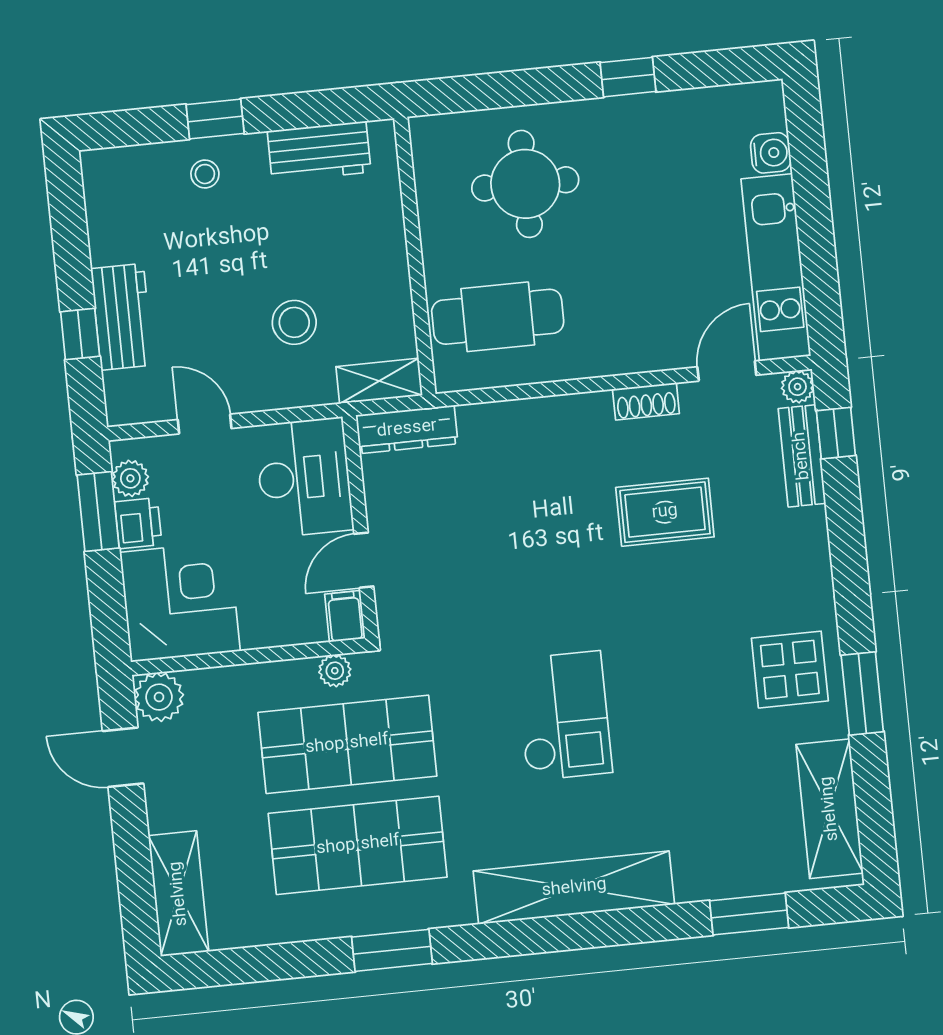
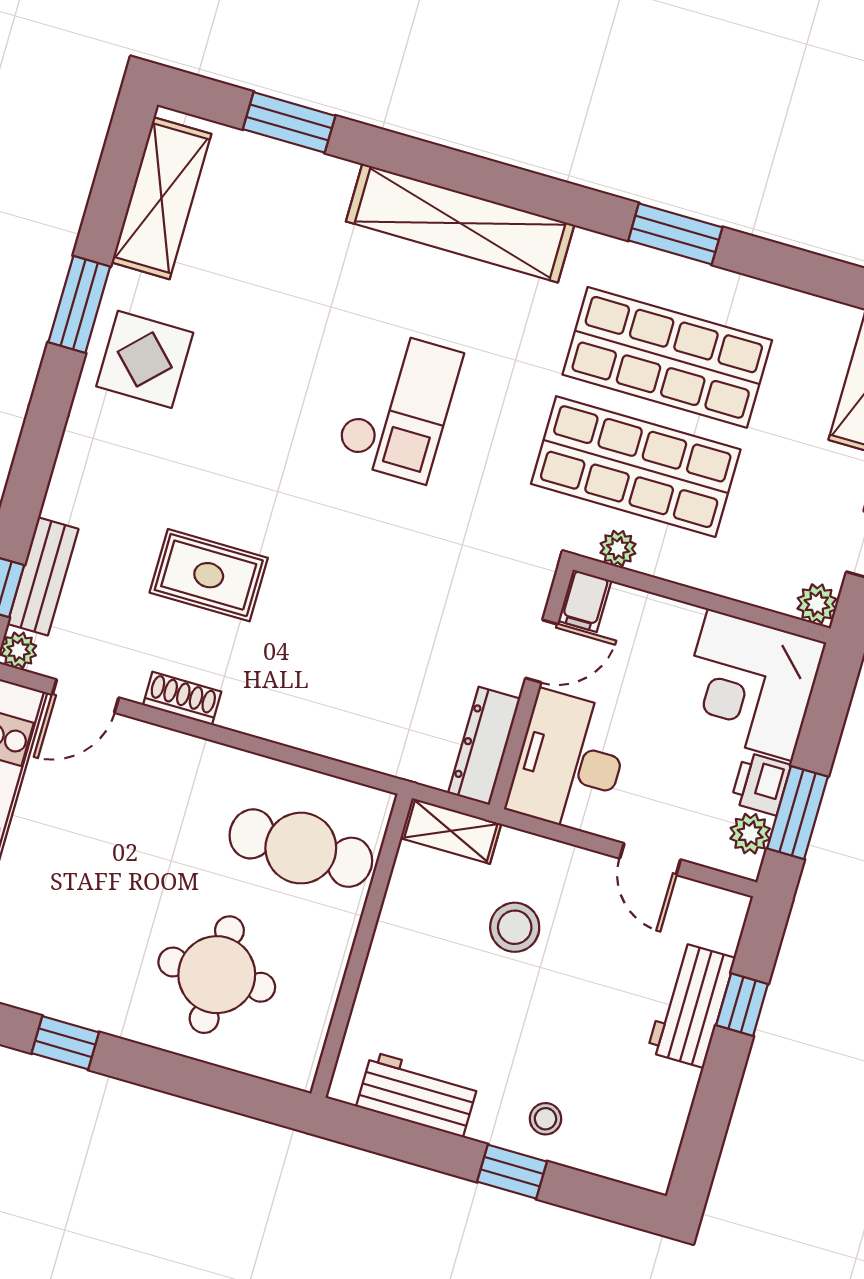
dresser: (407, 429) -> (484, 746), moved, turned -90
plant: (159, 697) -> (817, 604), width x0.73, depth x0.73
checkout: (564, 716) -> (399, 406), turned 180

